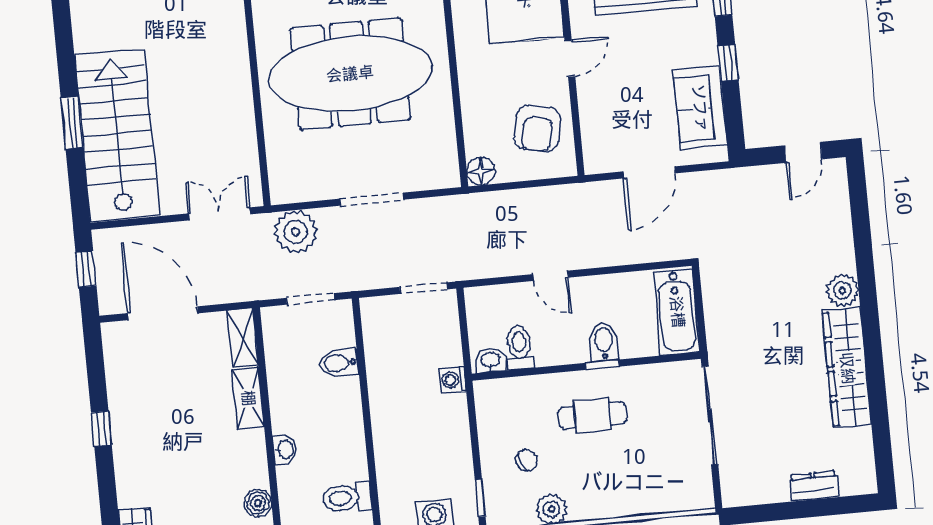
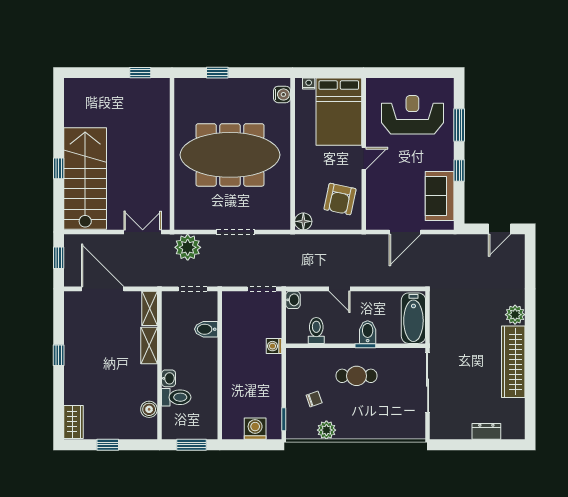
window: (72, 123) -> (59, 168), width x0.67
washbasin: (490, 360) -> (293, 300), moved, turned 90
toilet: (347, 498) -> (176, 397), moved, turned 180

